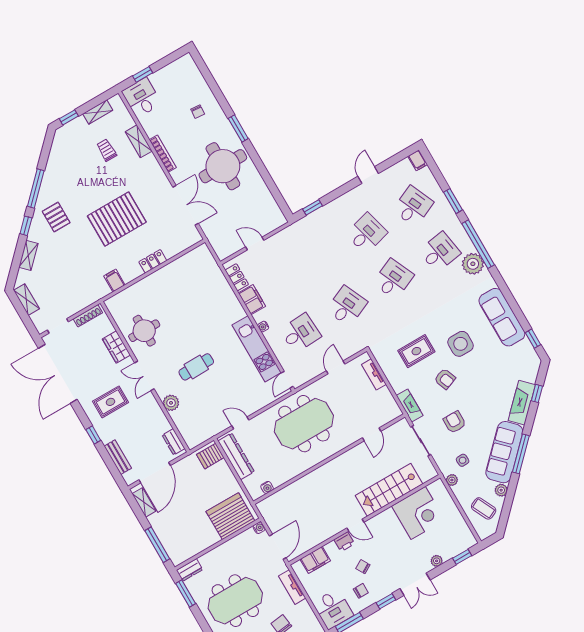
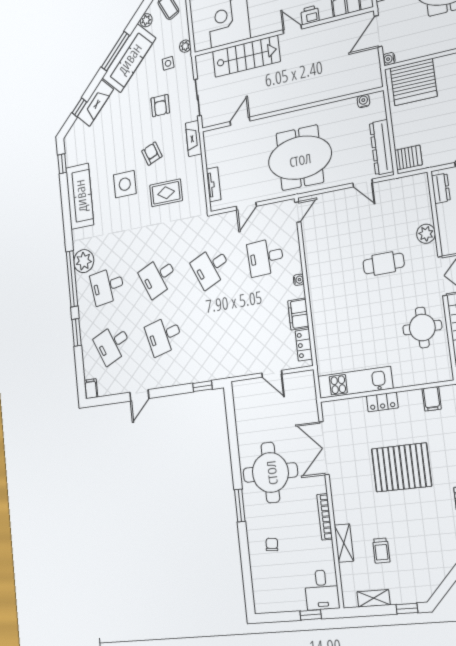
kitchen unit: (257, 349) -> (355, 382), moved, turned -90

